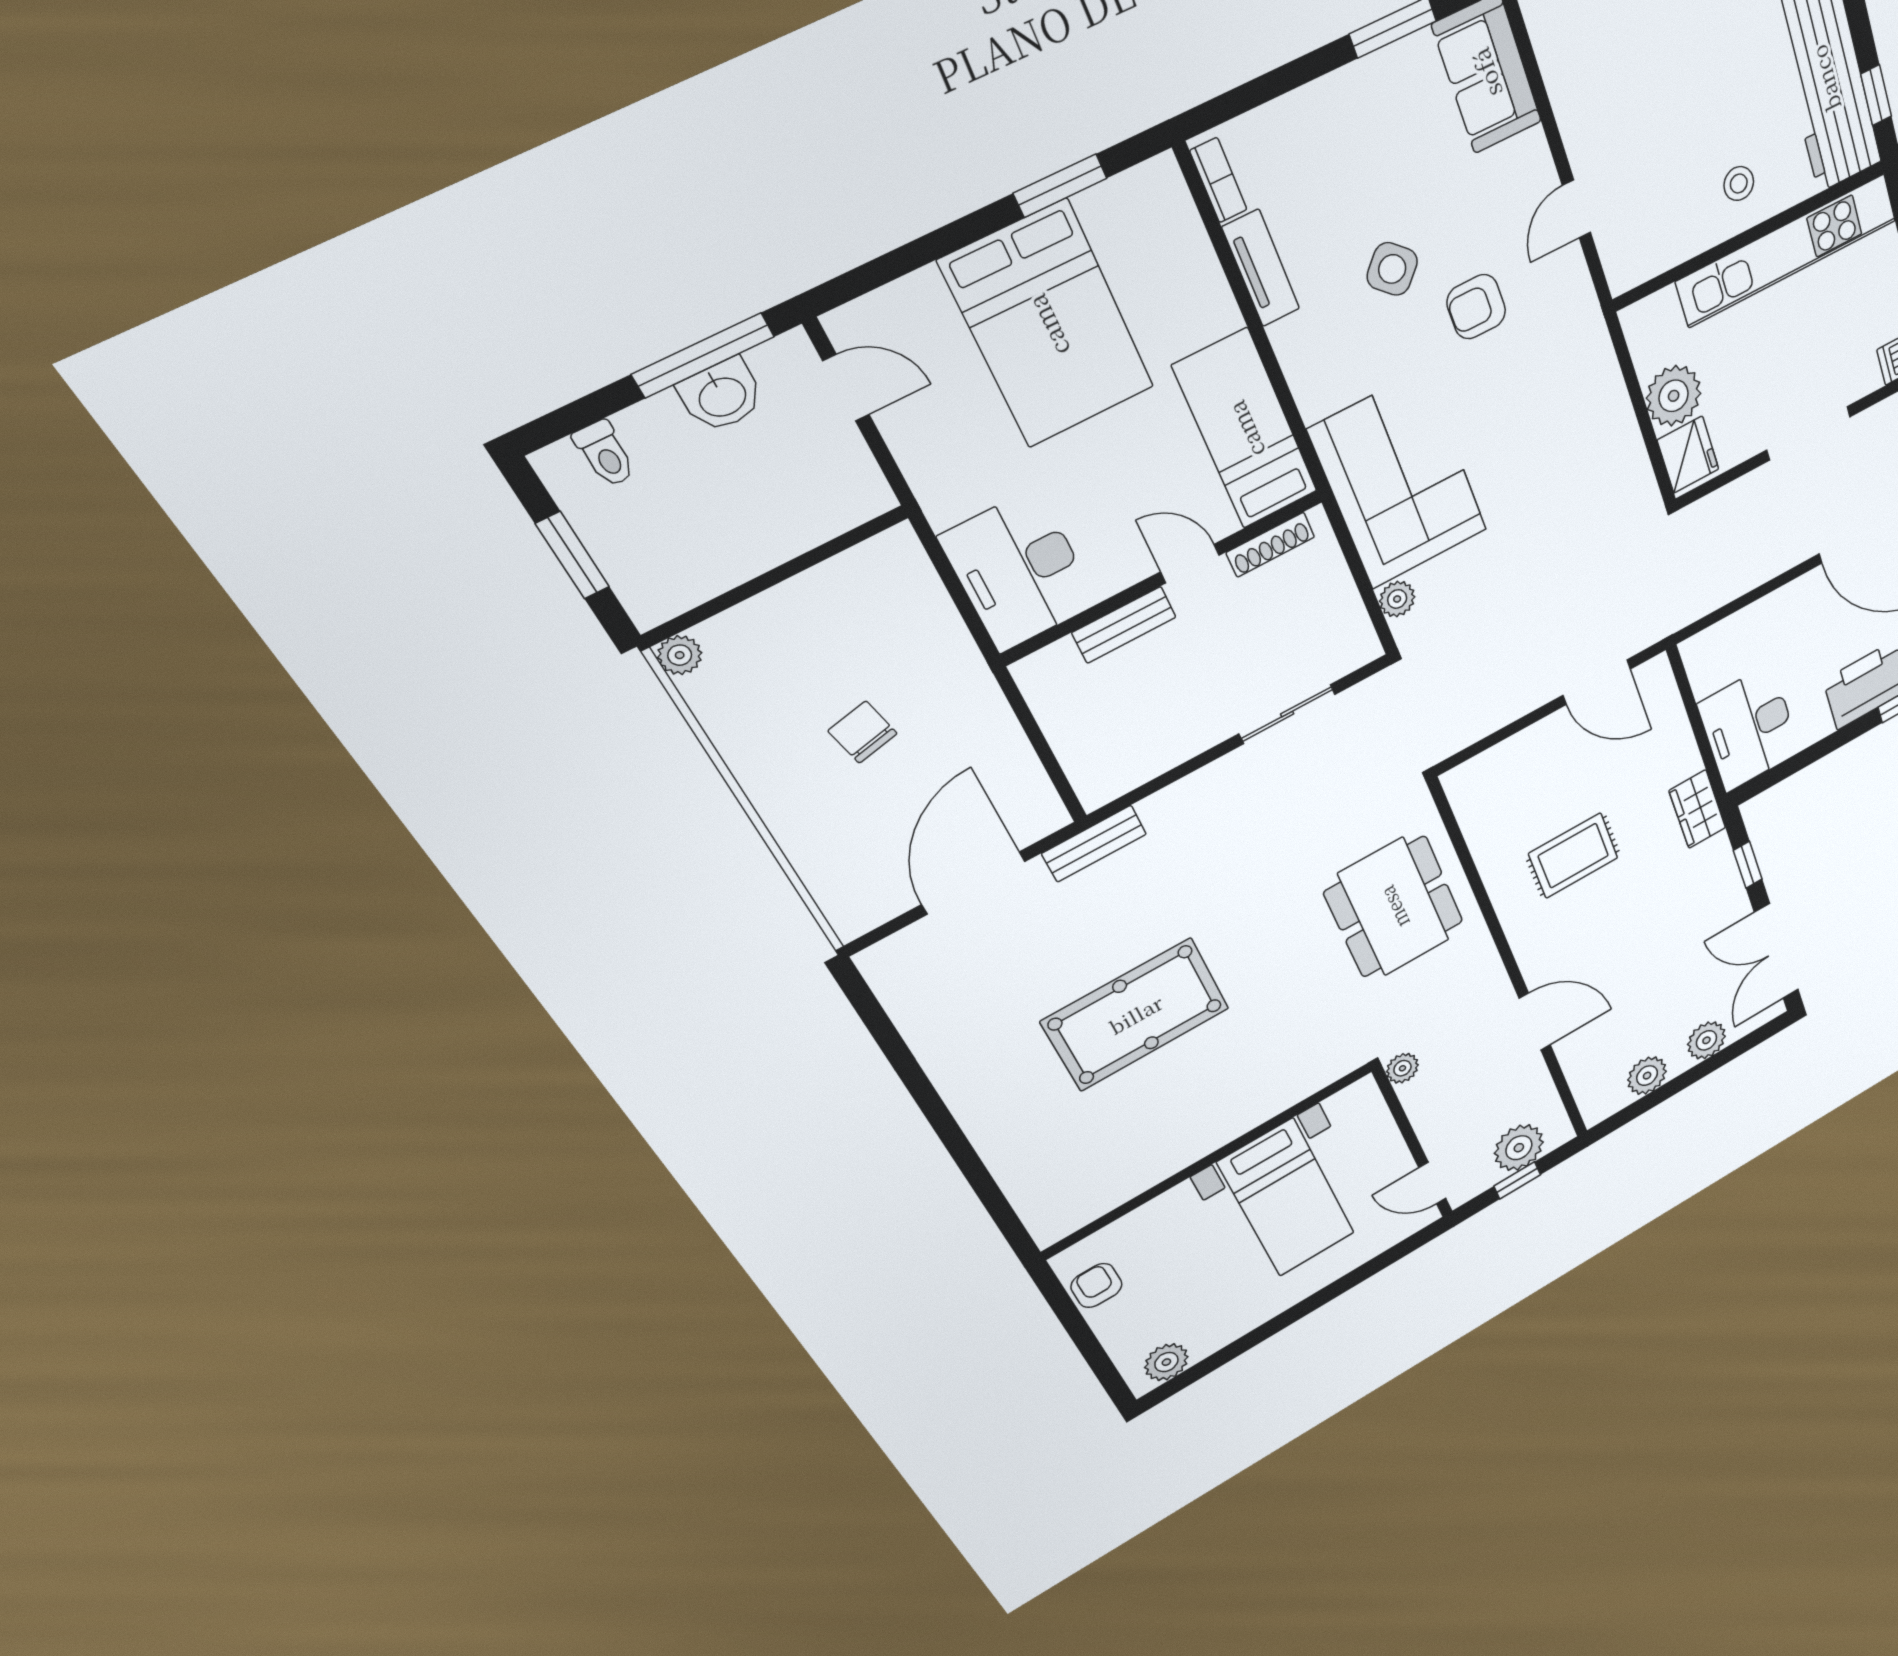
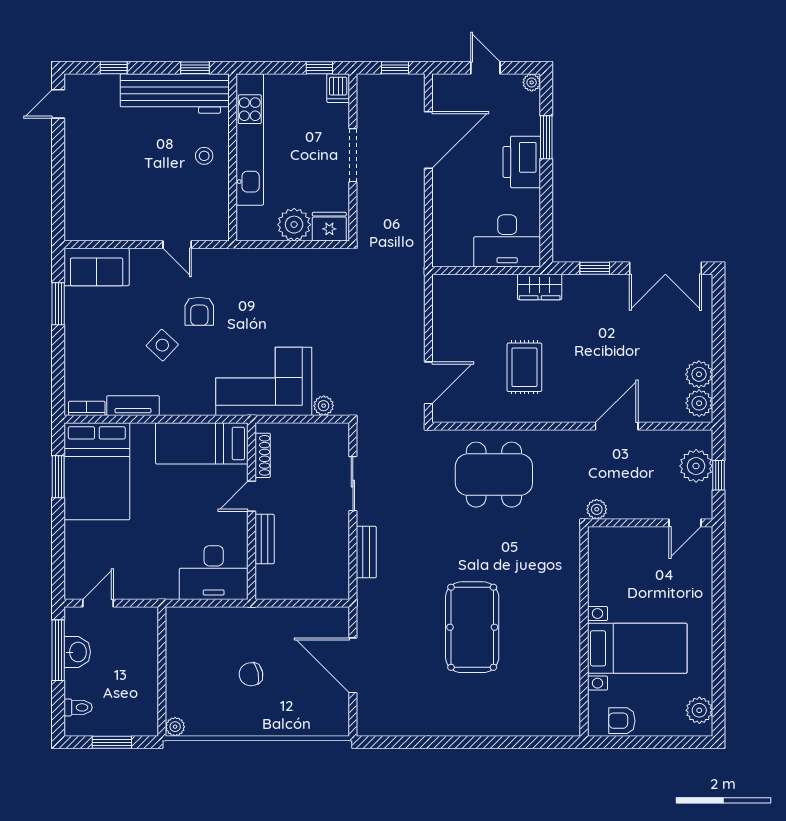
bed: (1048, 325) -> (97, 471), moved, turned 90
door: (1597, 682) -> (428, 383), moved
bench: (1094, 844) -> (366, 552), moved
plant: (1706, 1040) -> (699, 403), moved
bed with nightstands: (1286, 1198) -> (637, 648), moved

